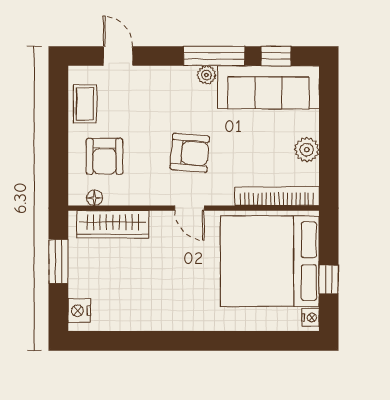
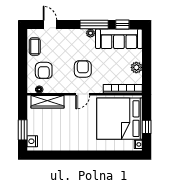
armchair: (190, 153) -> (83, 69), turned -95
door: (189, 208) -> (83, 94), hinge flipped
window: (58, 261) -> (23, 130), moved

